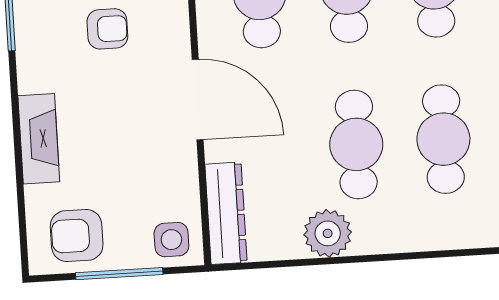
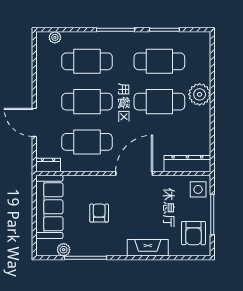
plant: (328, 233) -> (200, 94), moved

